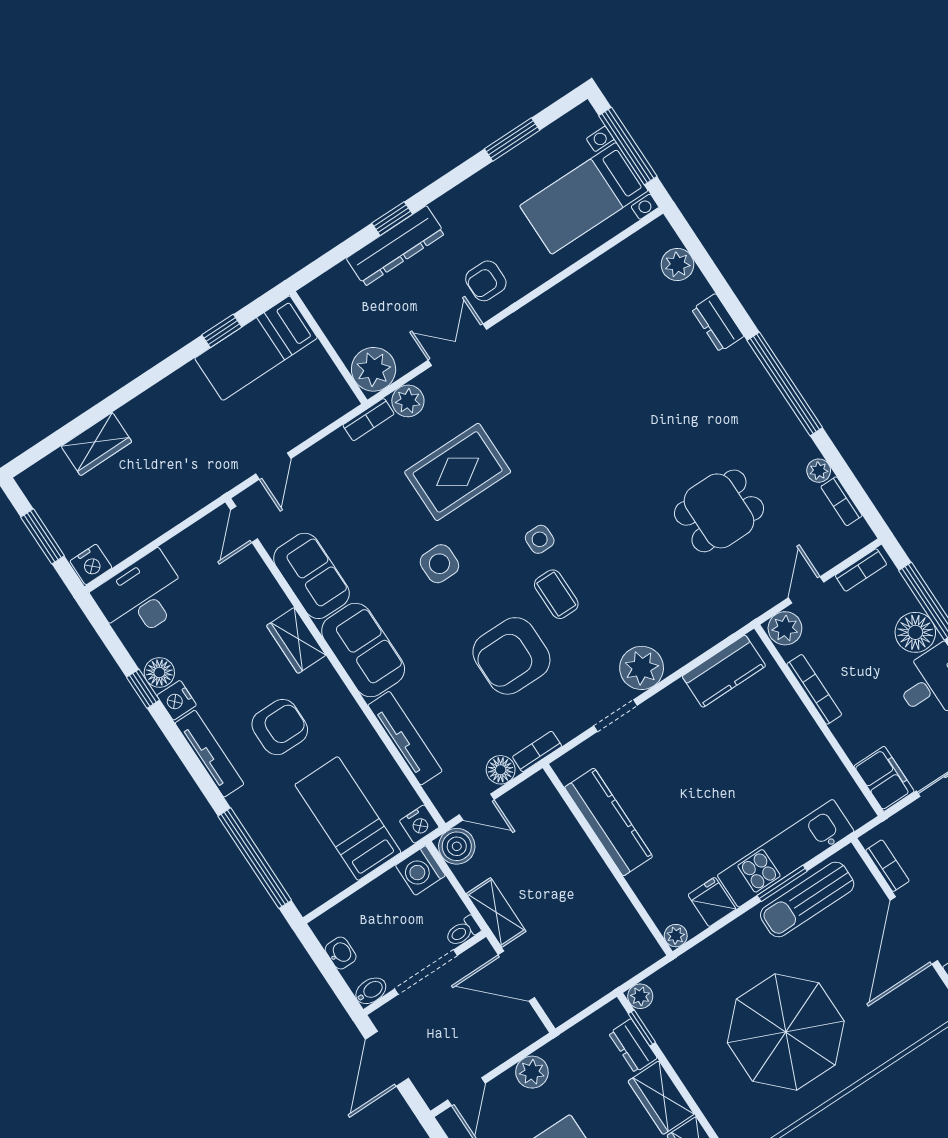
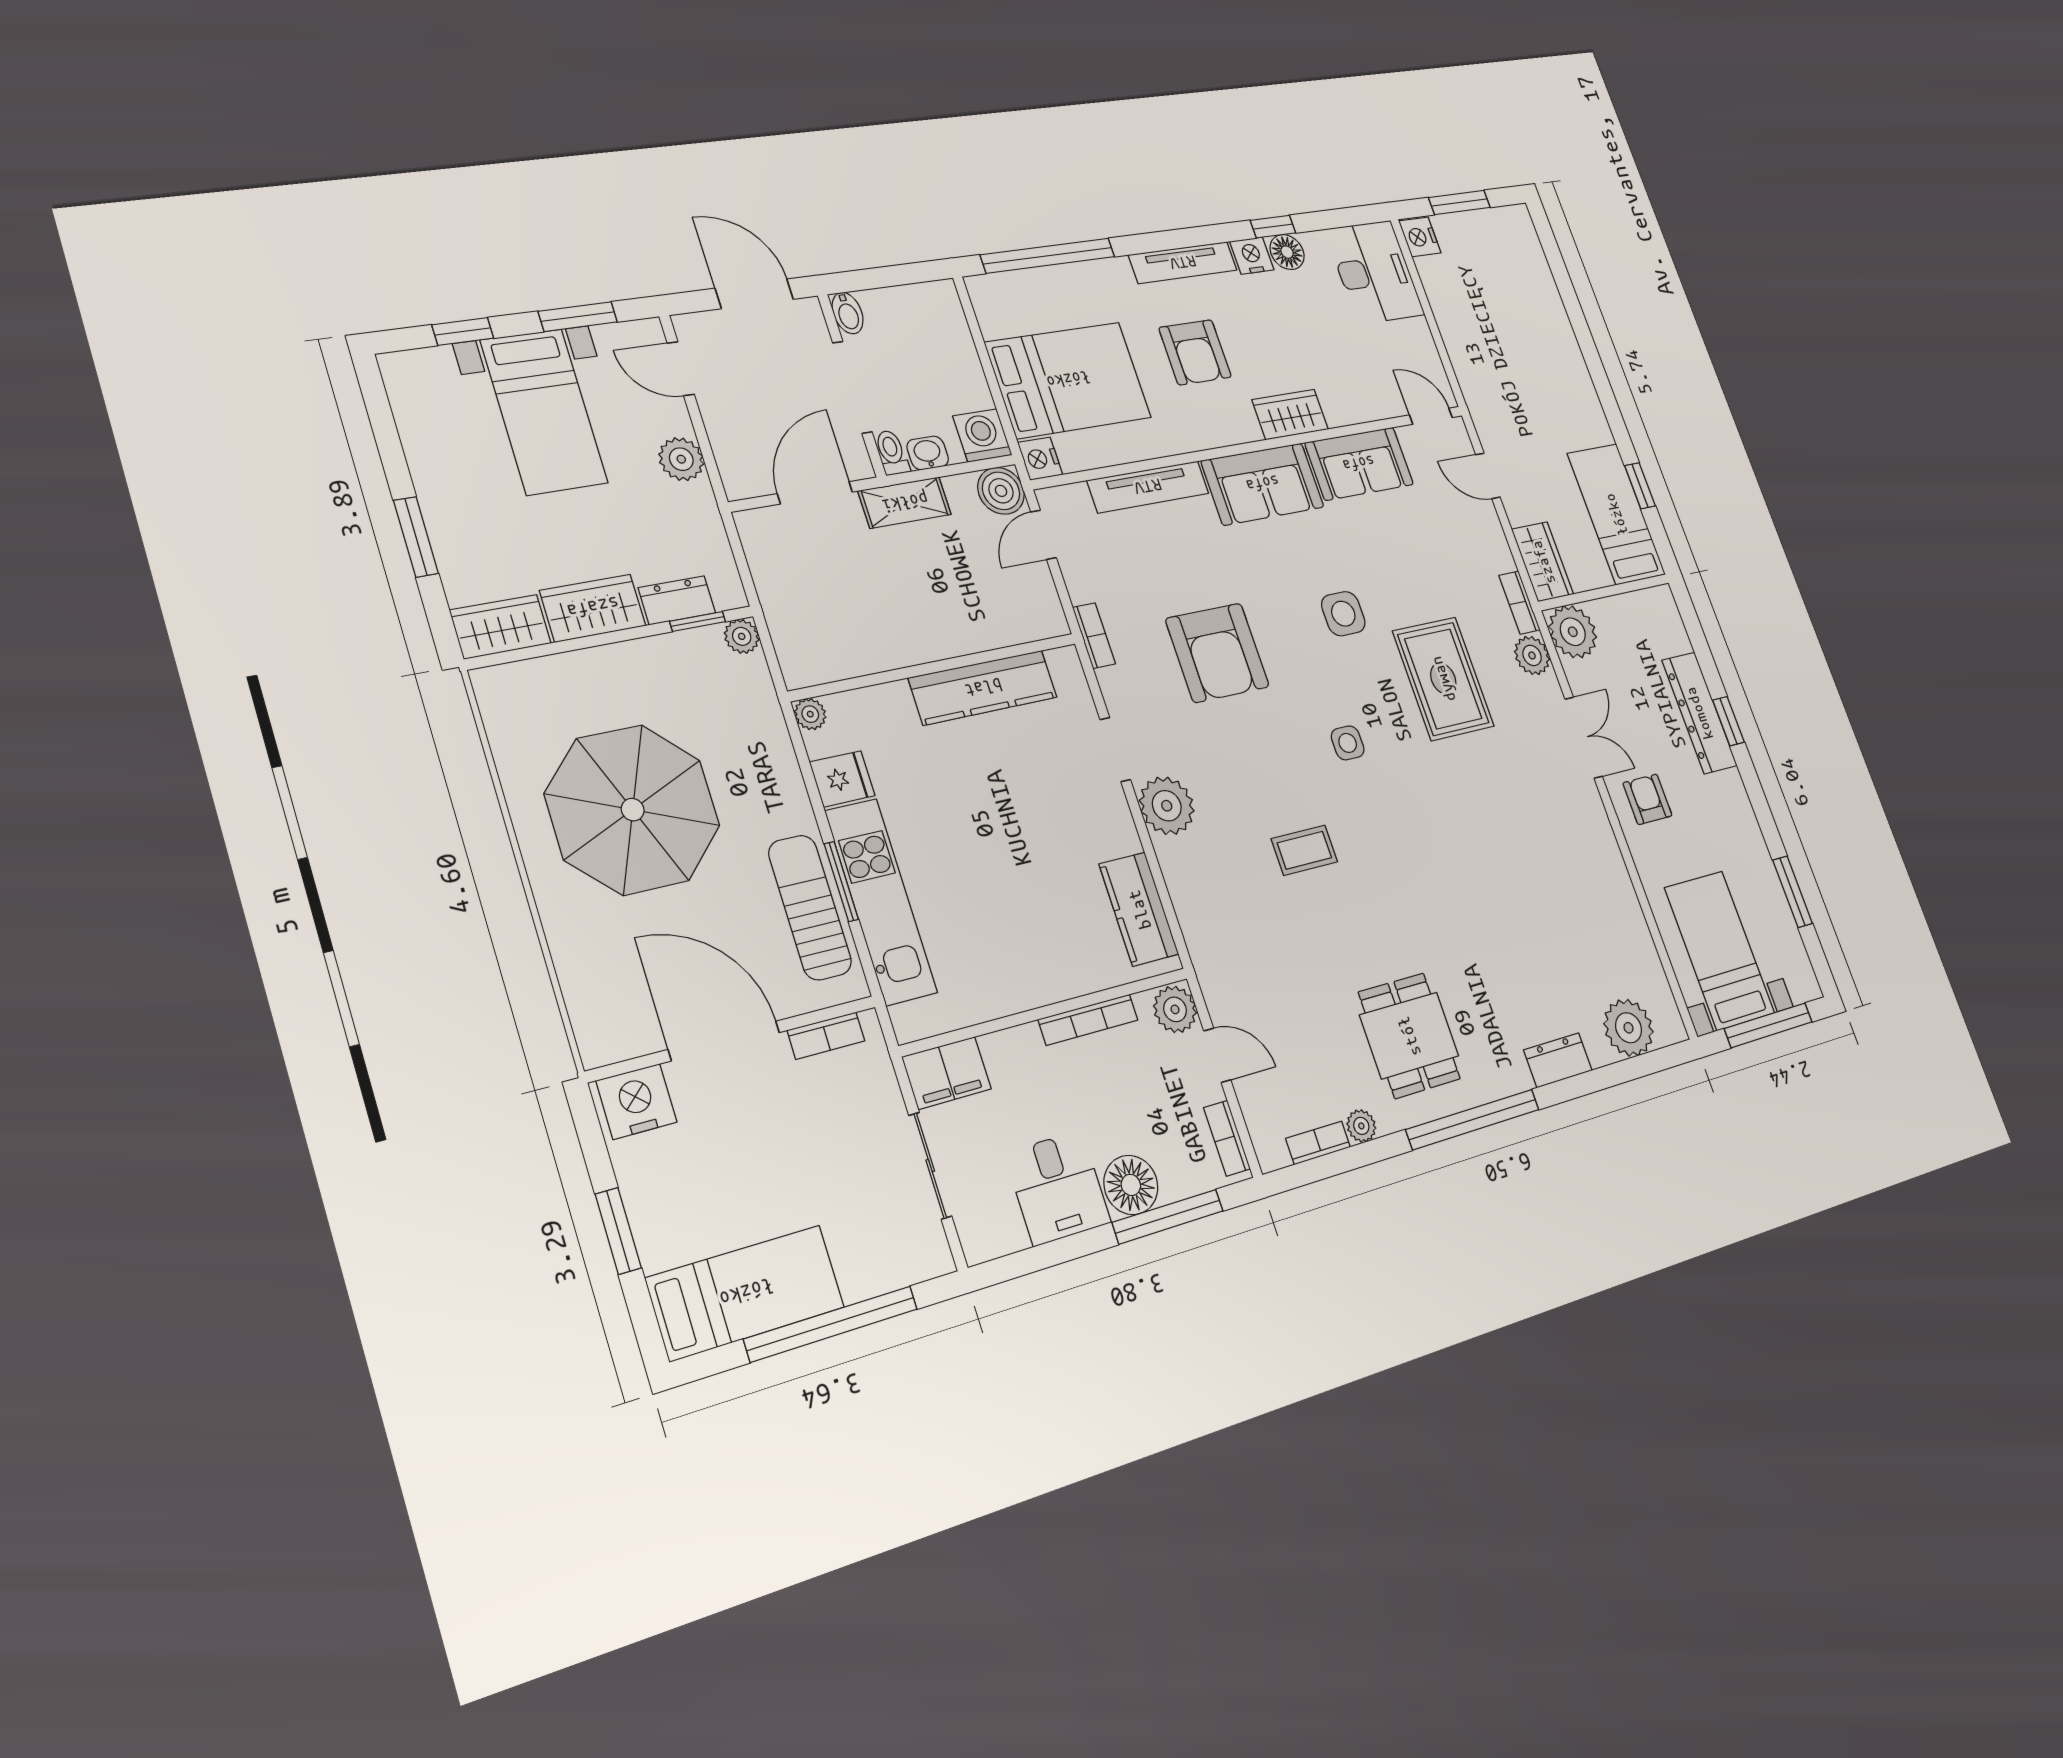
plant: (677, 264) -> (1628, 1028), width x1.36, depth x1.36
wardrobe: (96, 444) -> (1543, 562), moved, turned 180
dining table: (719, 511) -> (1409, 1036), moved
coffee table: (556, 594) -> (1304, 850), moved
armchair: (511, 656) -> (1217, 653), turned 180
floor lamp: (501, 770) -> (1082, 582), removed
bed: (348, 818) -> (1068, 380), width x1.50
washbasin: (341, 953) -> (928, 453), moved, turned 180

